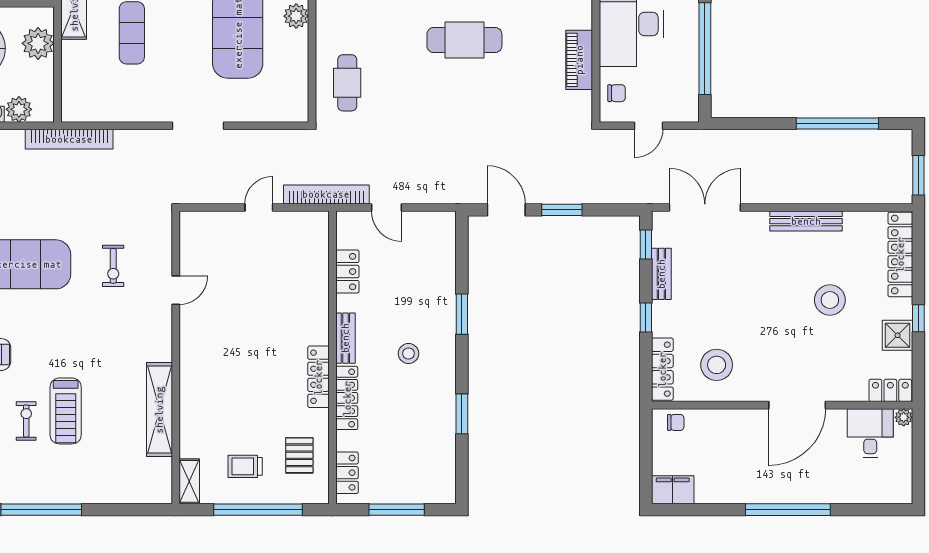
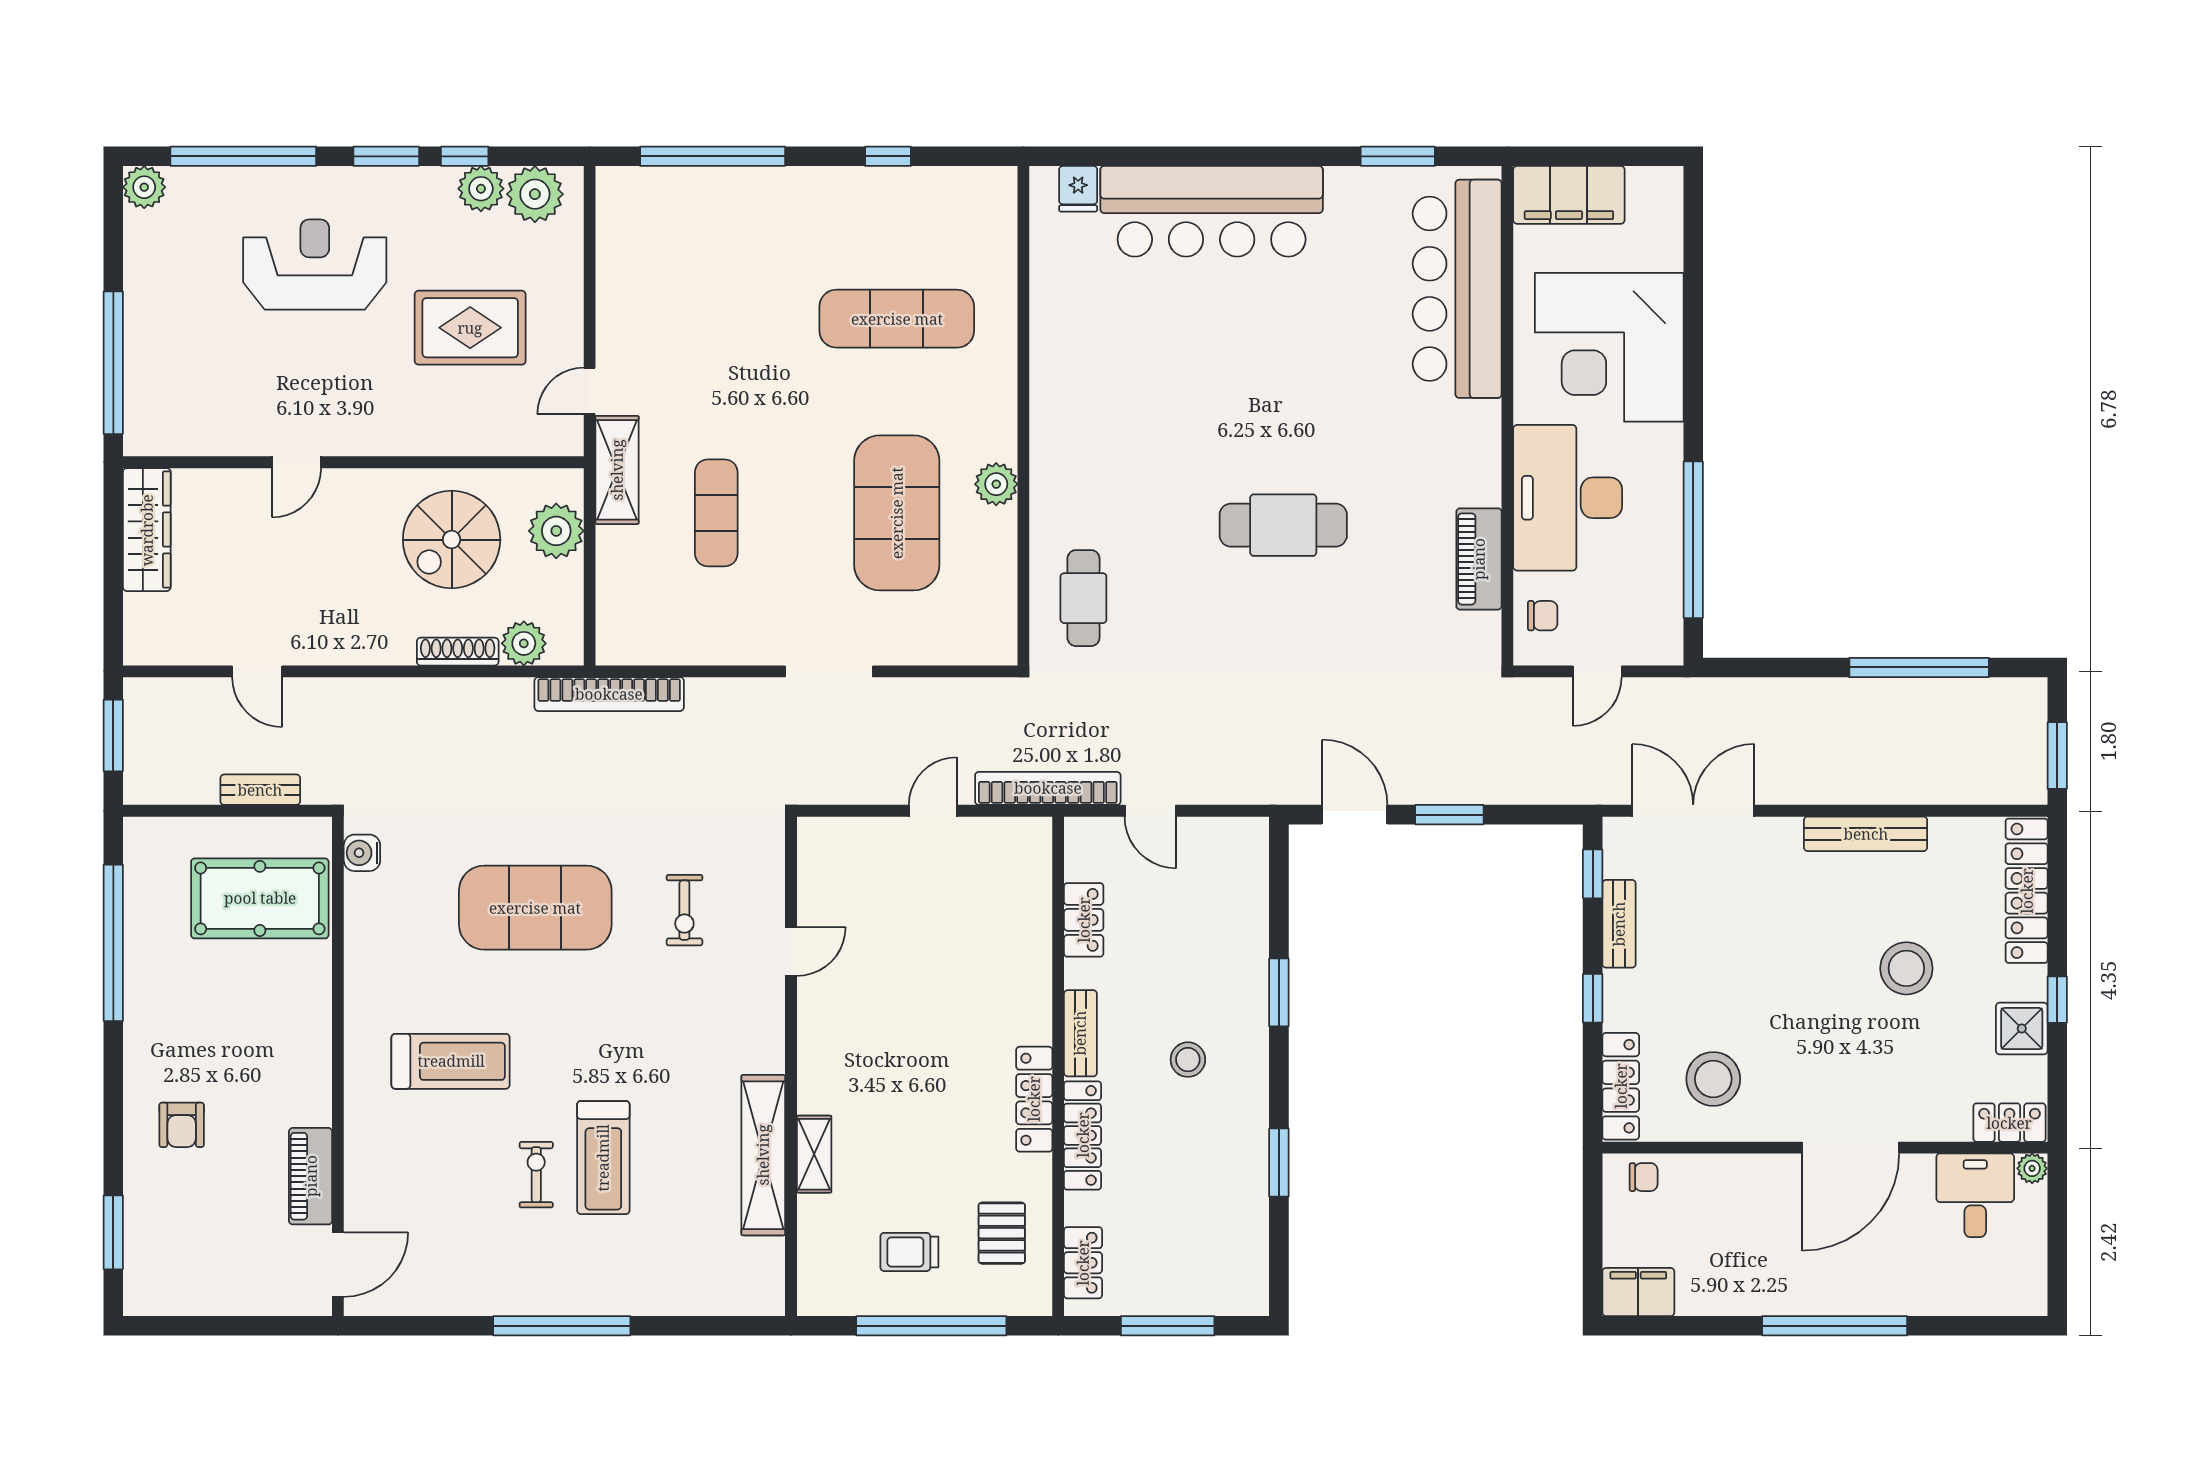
shelving: (189, 481) -> (814, 1154), moved

